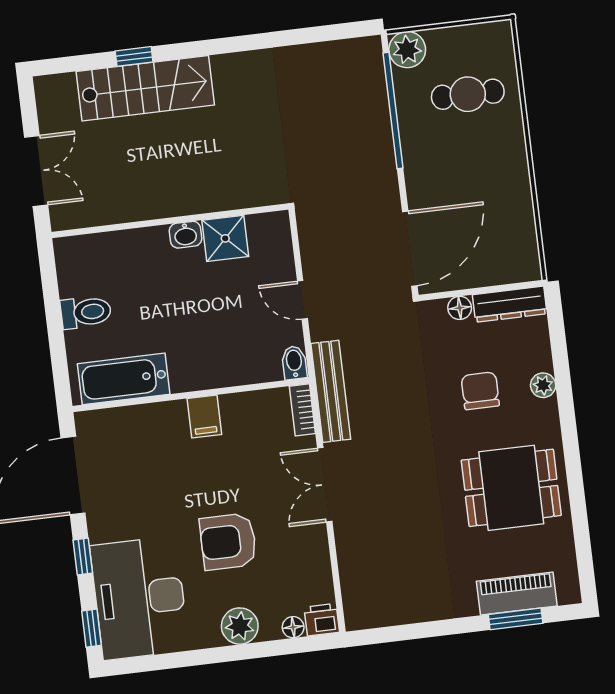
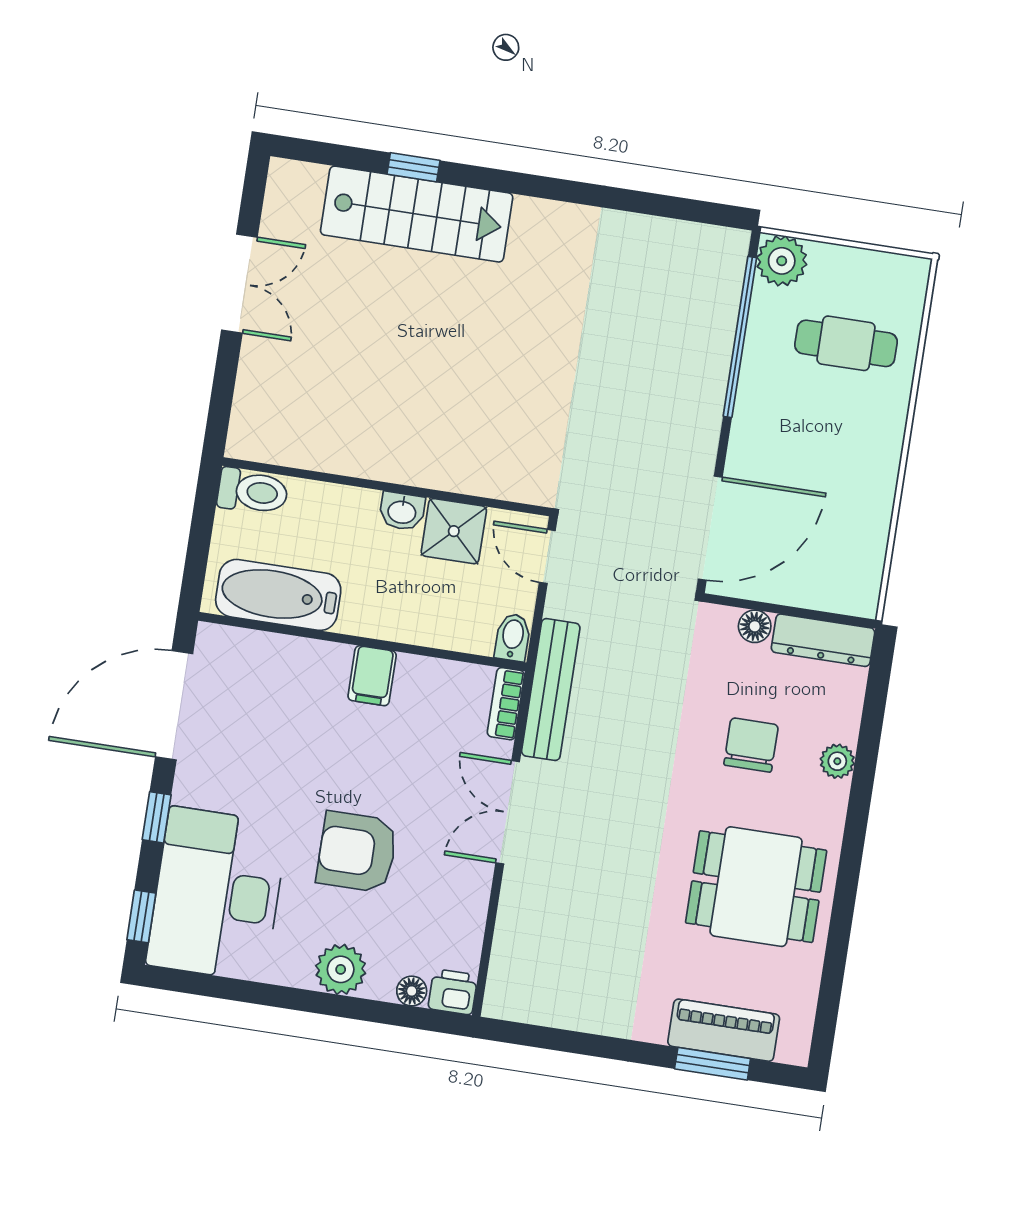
wall: (170, 221) -> (386, 487), moved
washbasin: (186, 235) -> (402, 511), moved
shower: (225, 238) -> (454, 531), moved

